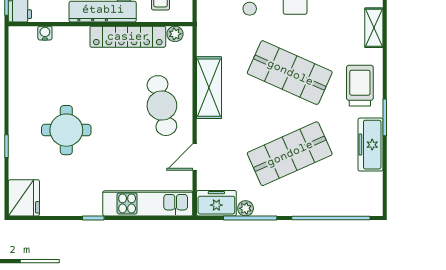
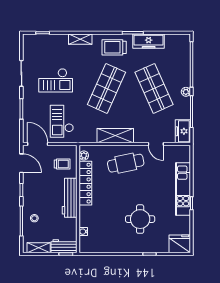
kitchen unit: (148, 203) -> (183, 189), moved
plant: (246, 208) -> (186, 92), moved

